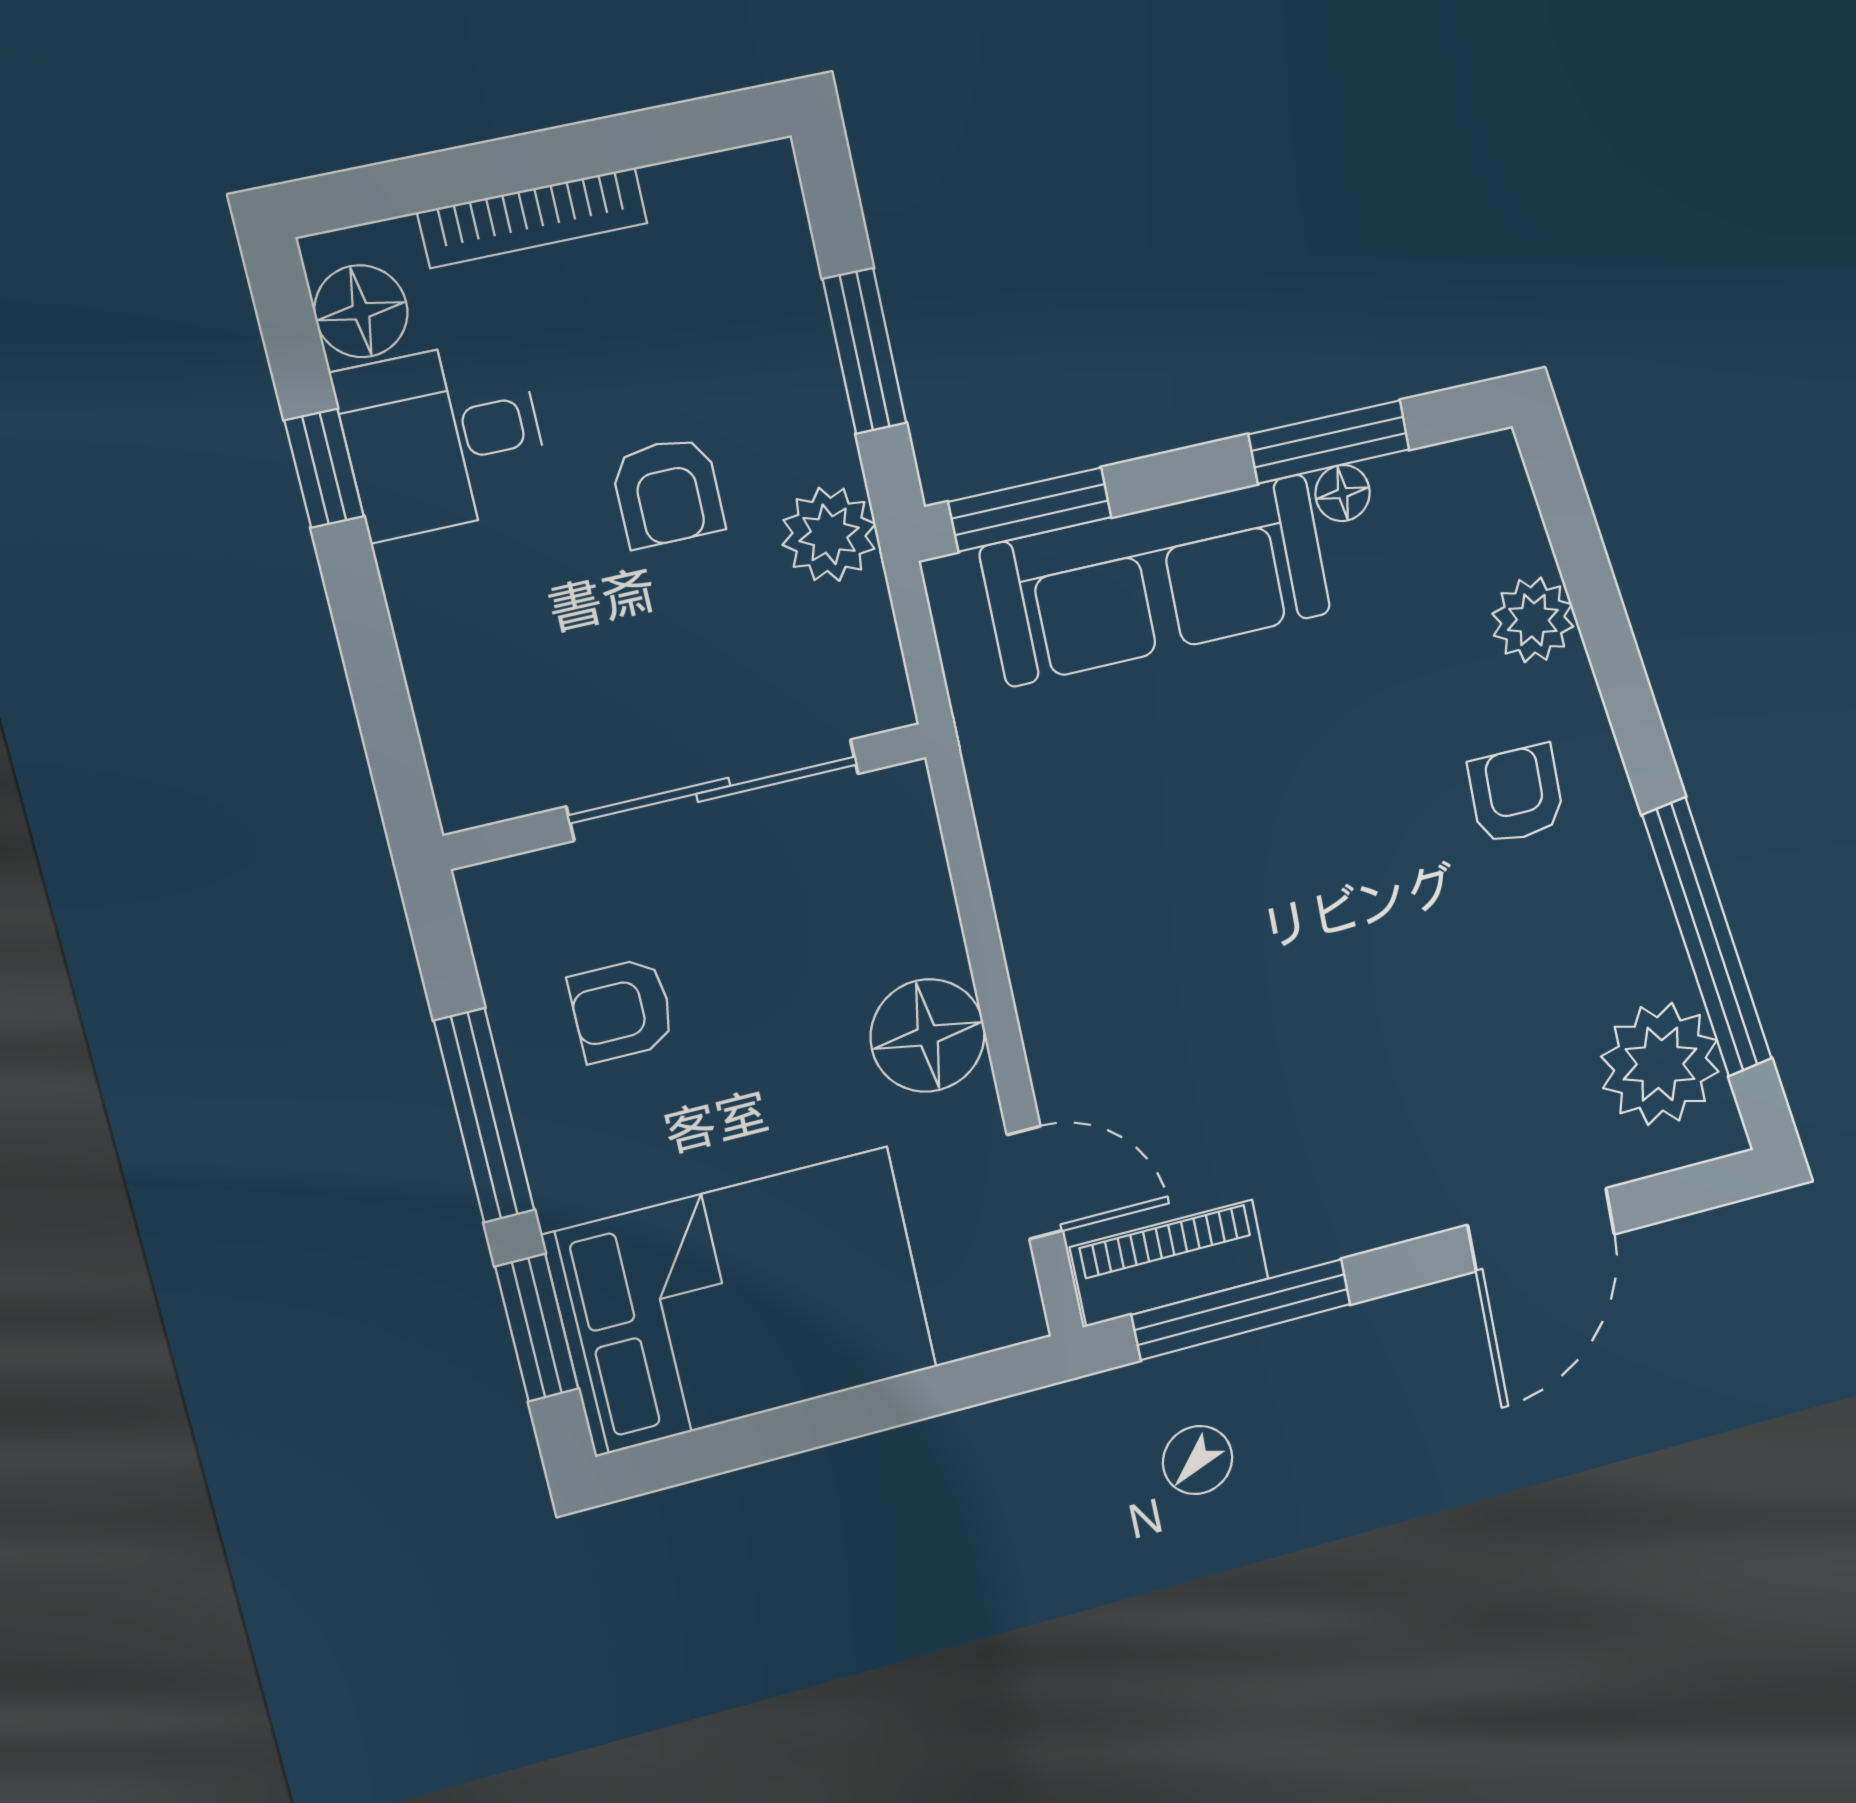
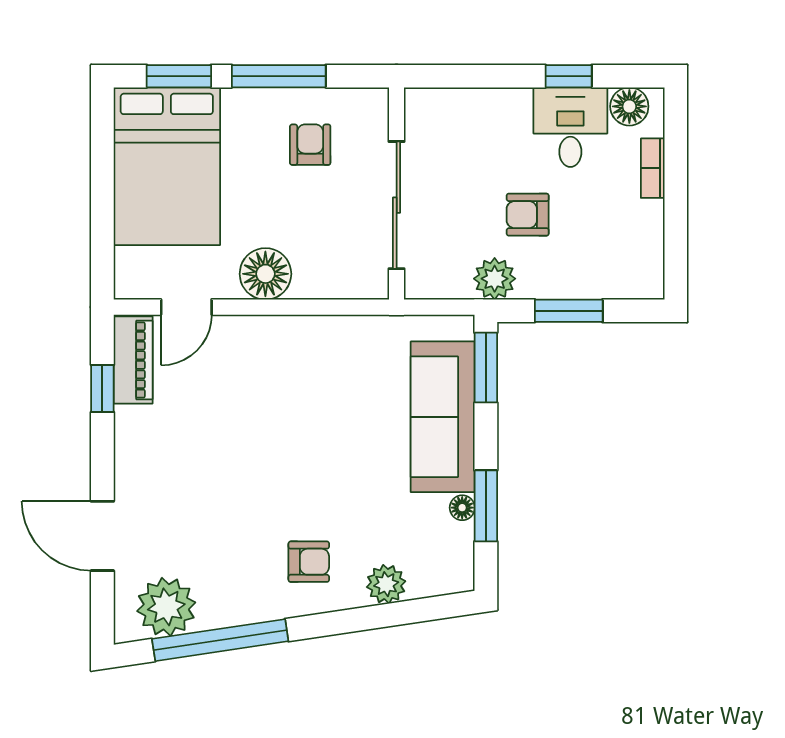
bookcase: (533, 218) -> (653, 168), width x0.64
window: (1241, 1310) -> (102, 389), width x0.46

